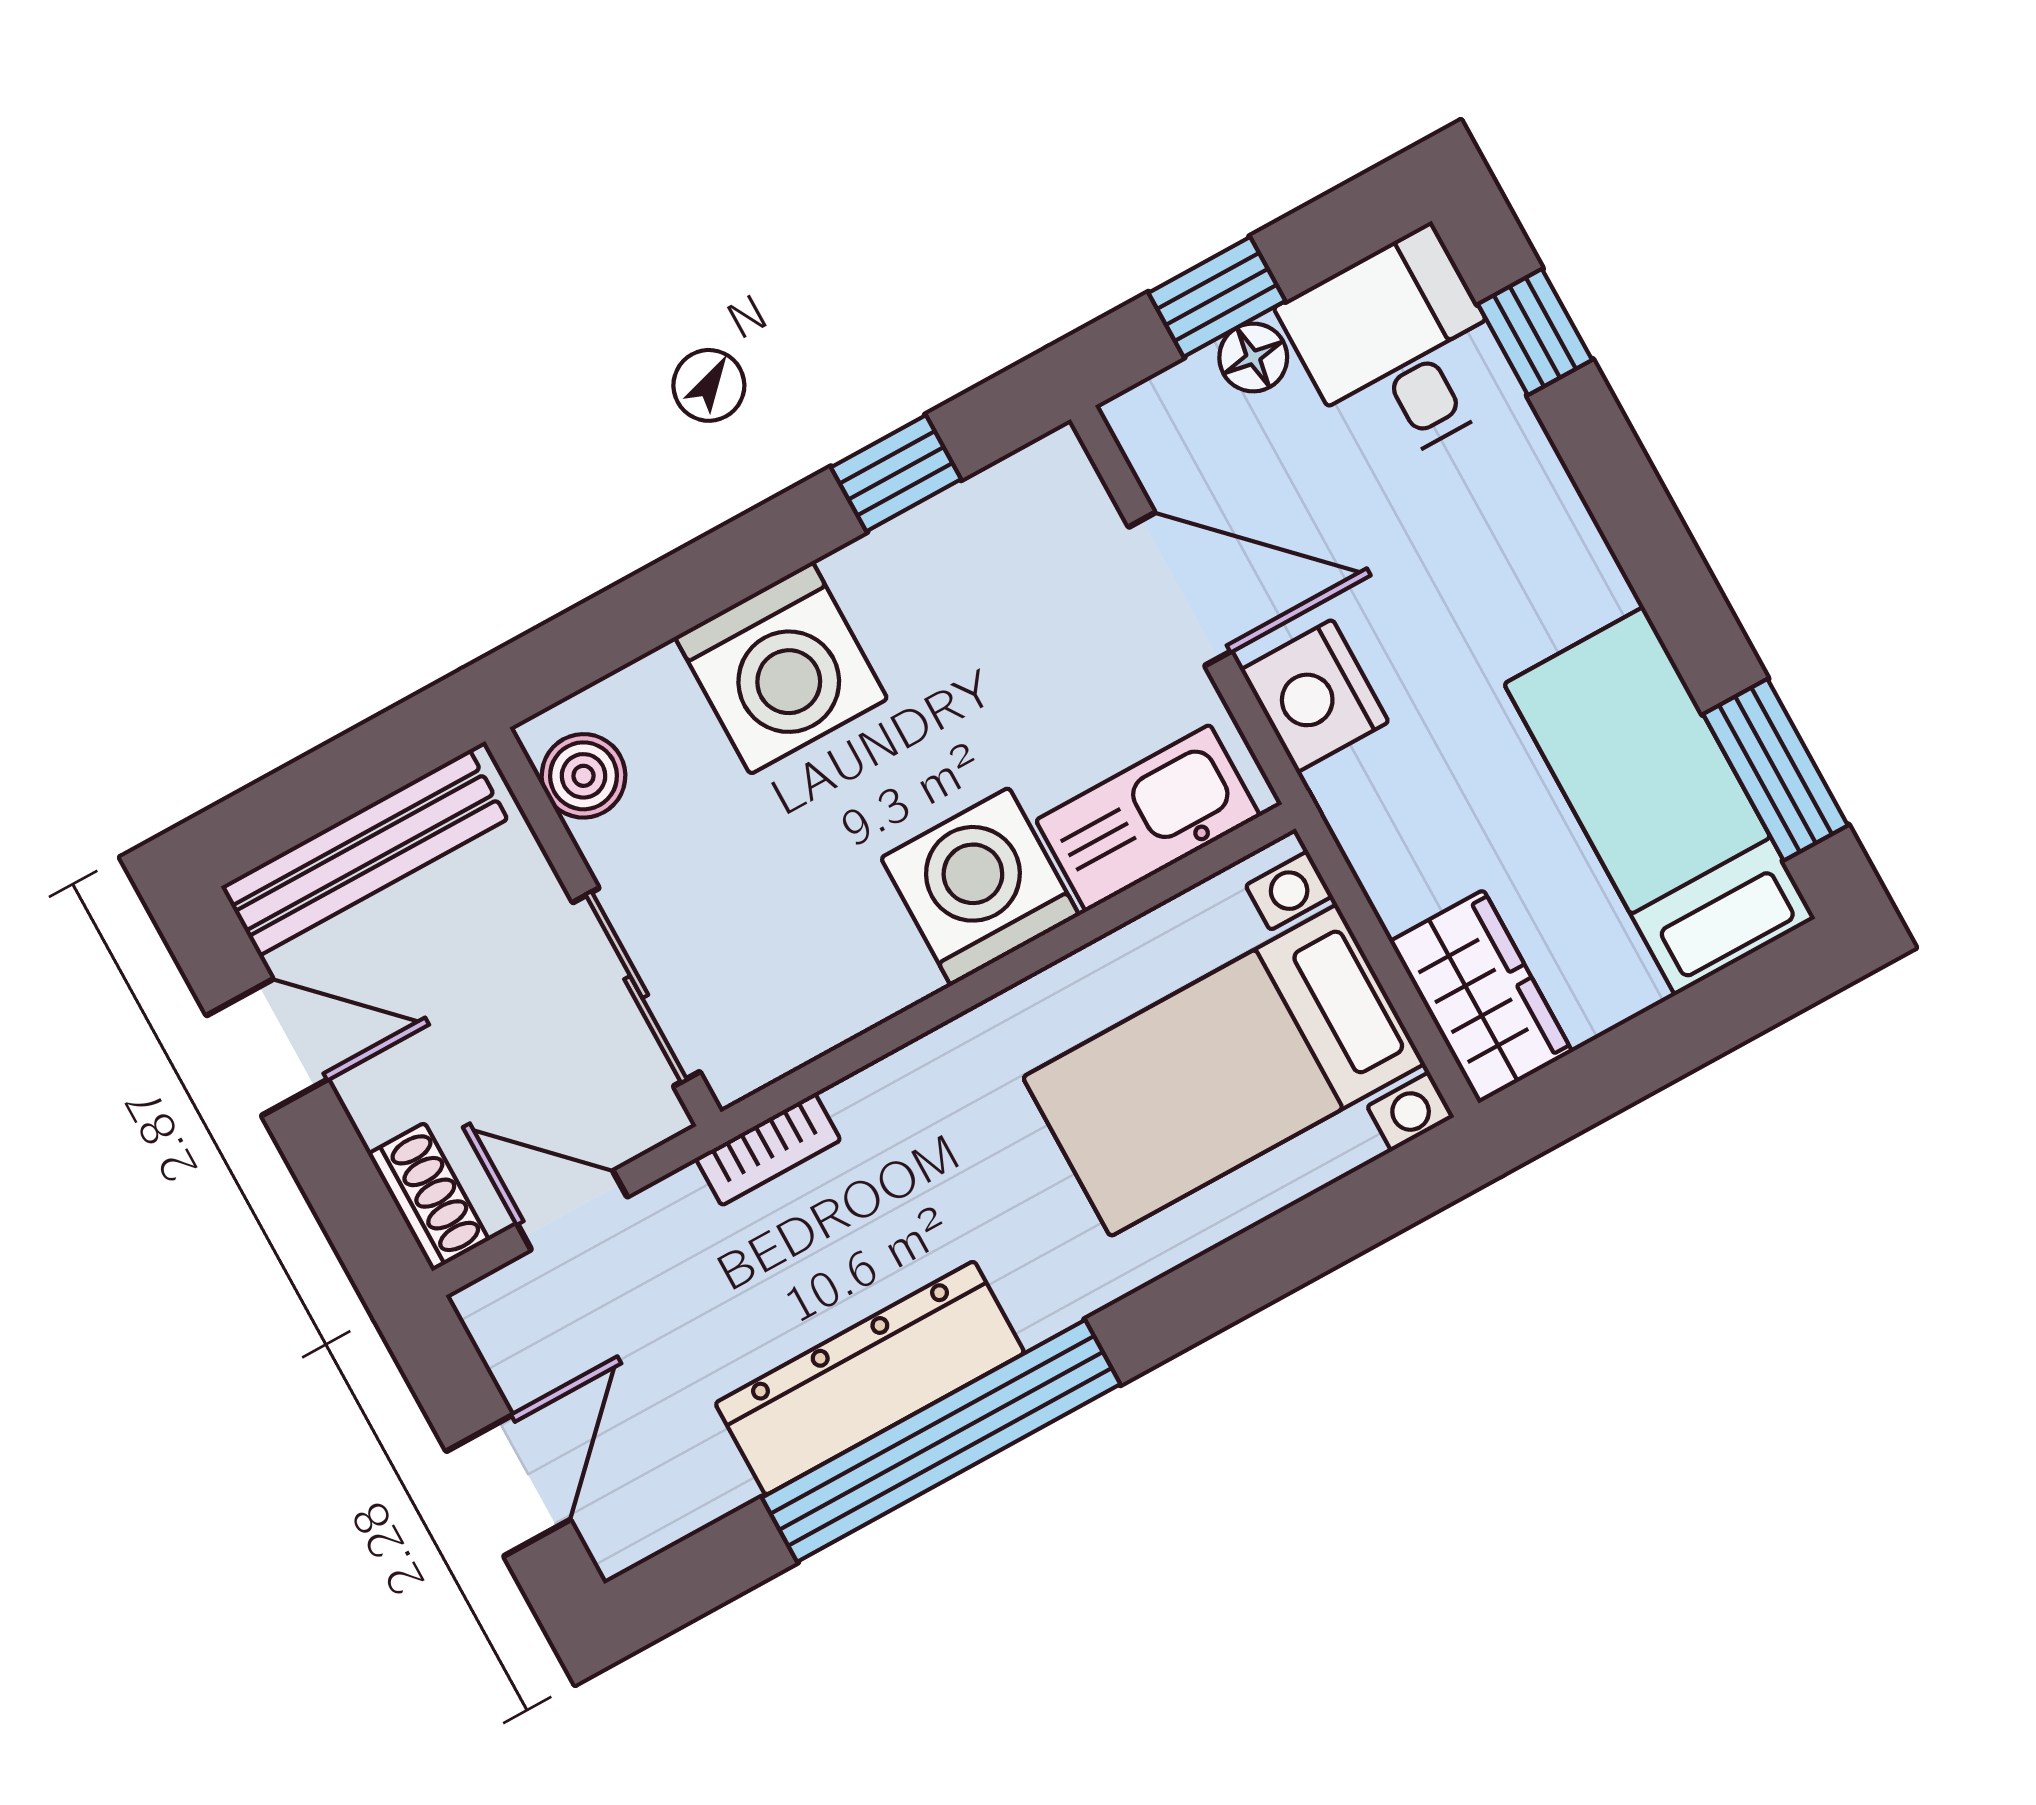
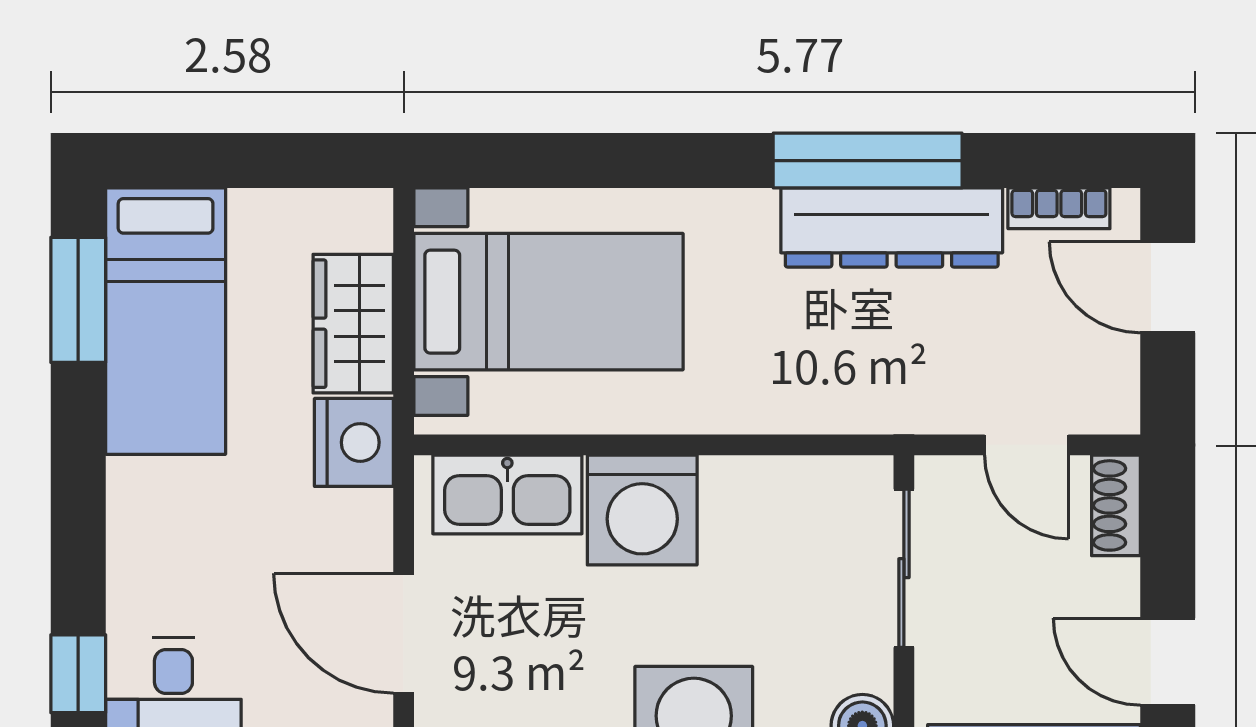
nightstand: (1315, 696) -> (354, 442), moved
wardrobe: (1481, 997) -> (353, 324), moved
bookcase: (768, 1149) -> (1059, 208), moved, turned 180
window: (941, 1441) -> (868, 161), width x0.68
door: (508, 1486) -> (1168, 287), hinge flipped

